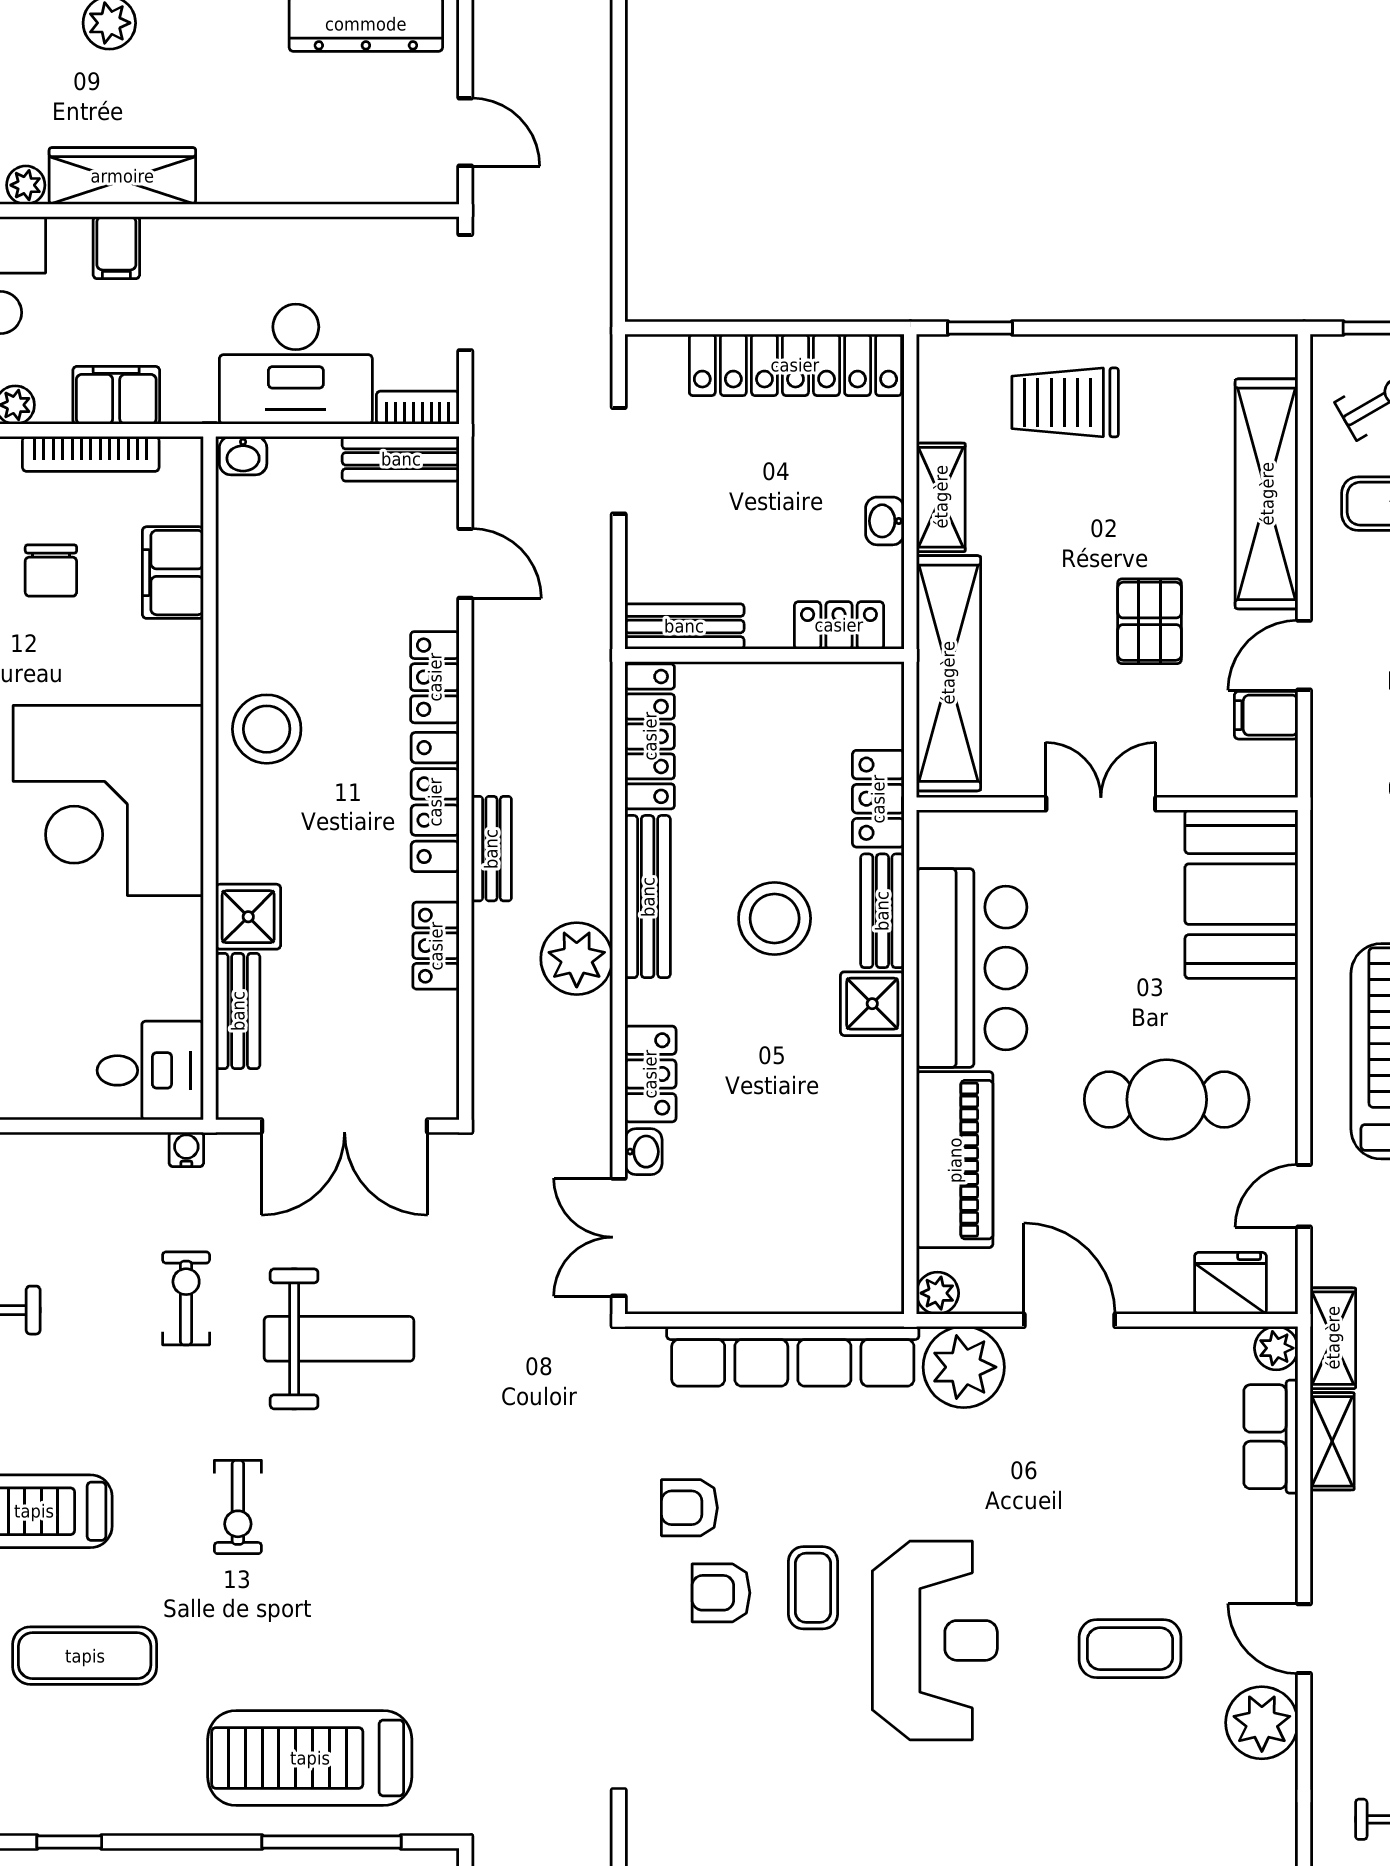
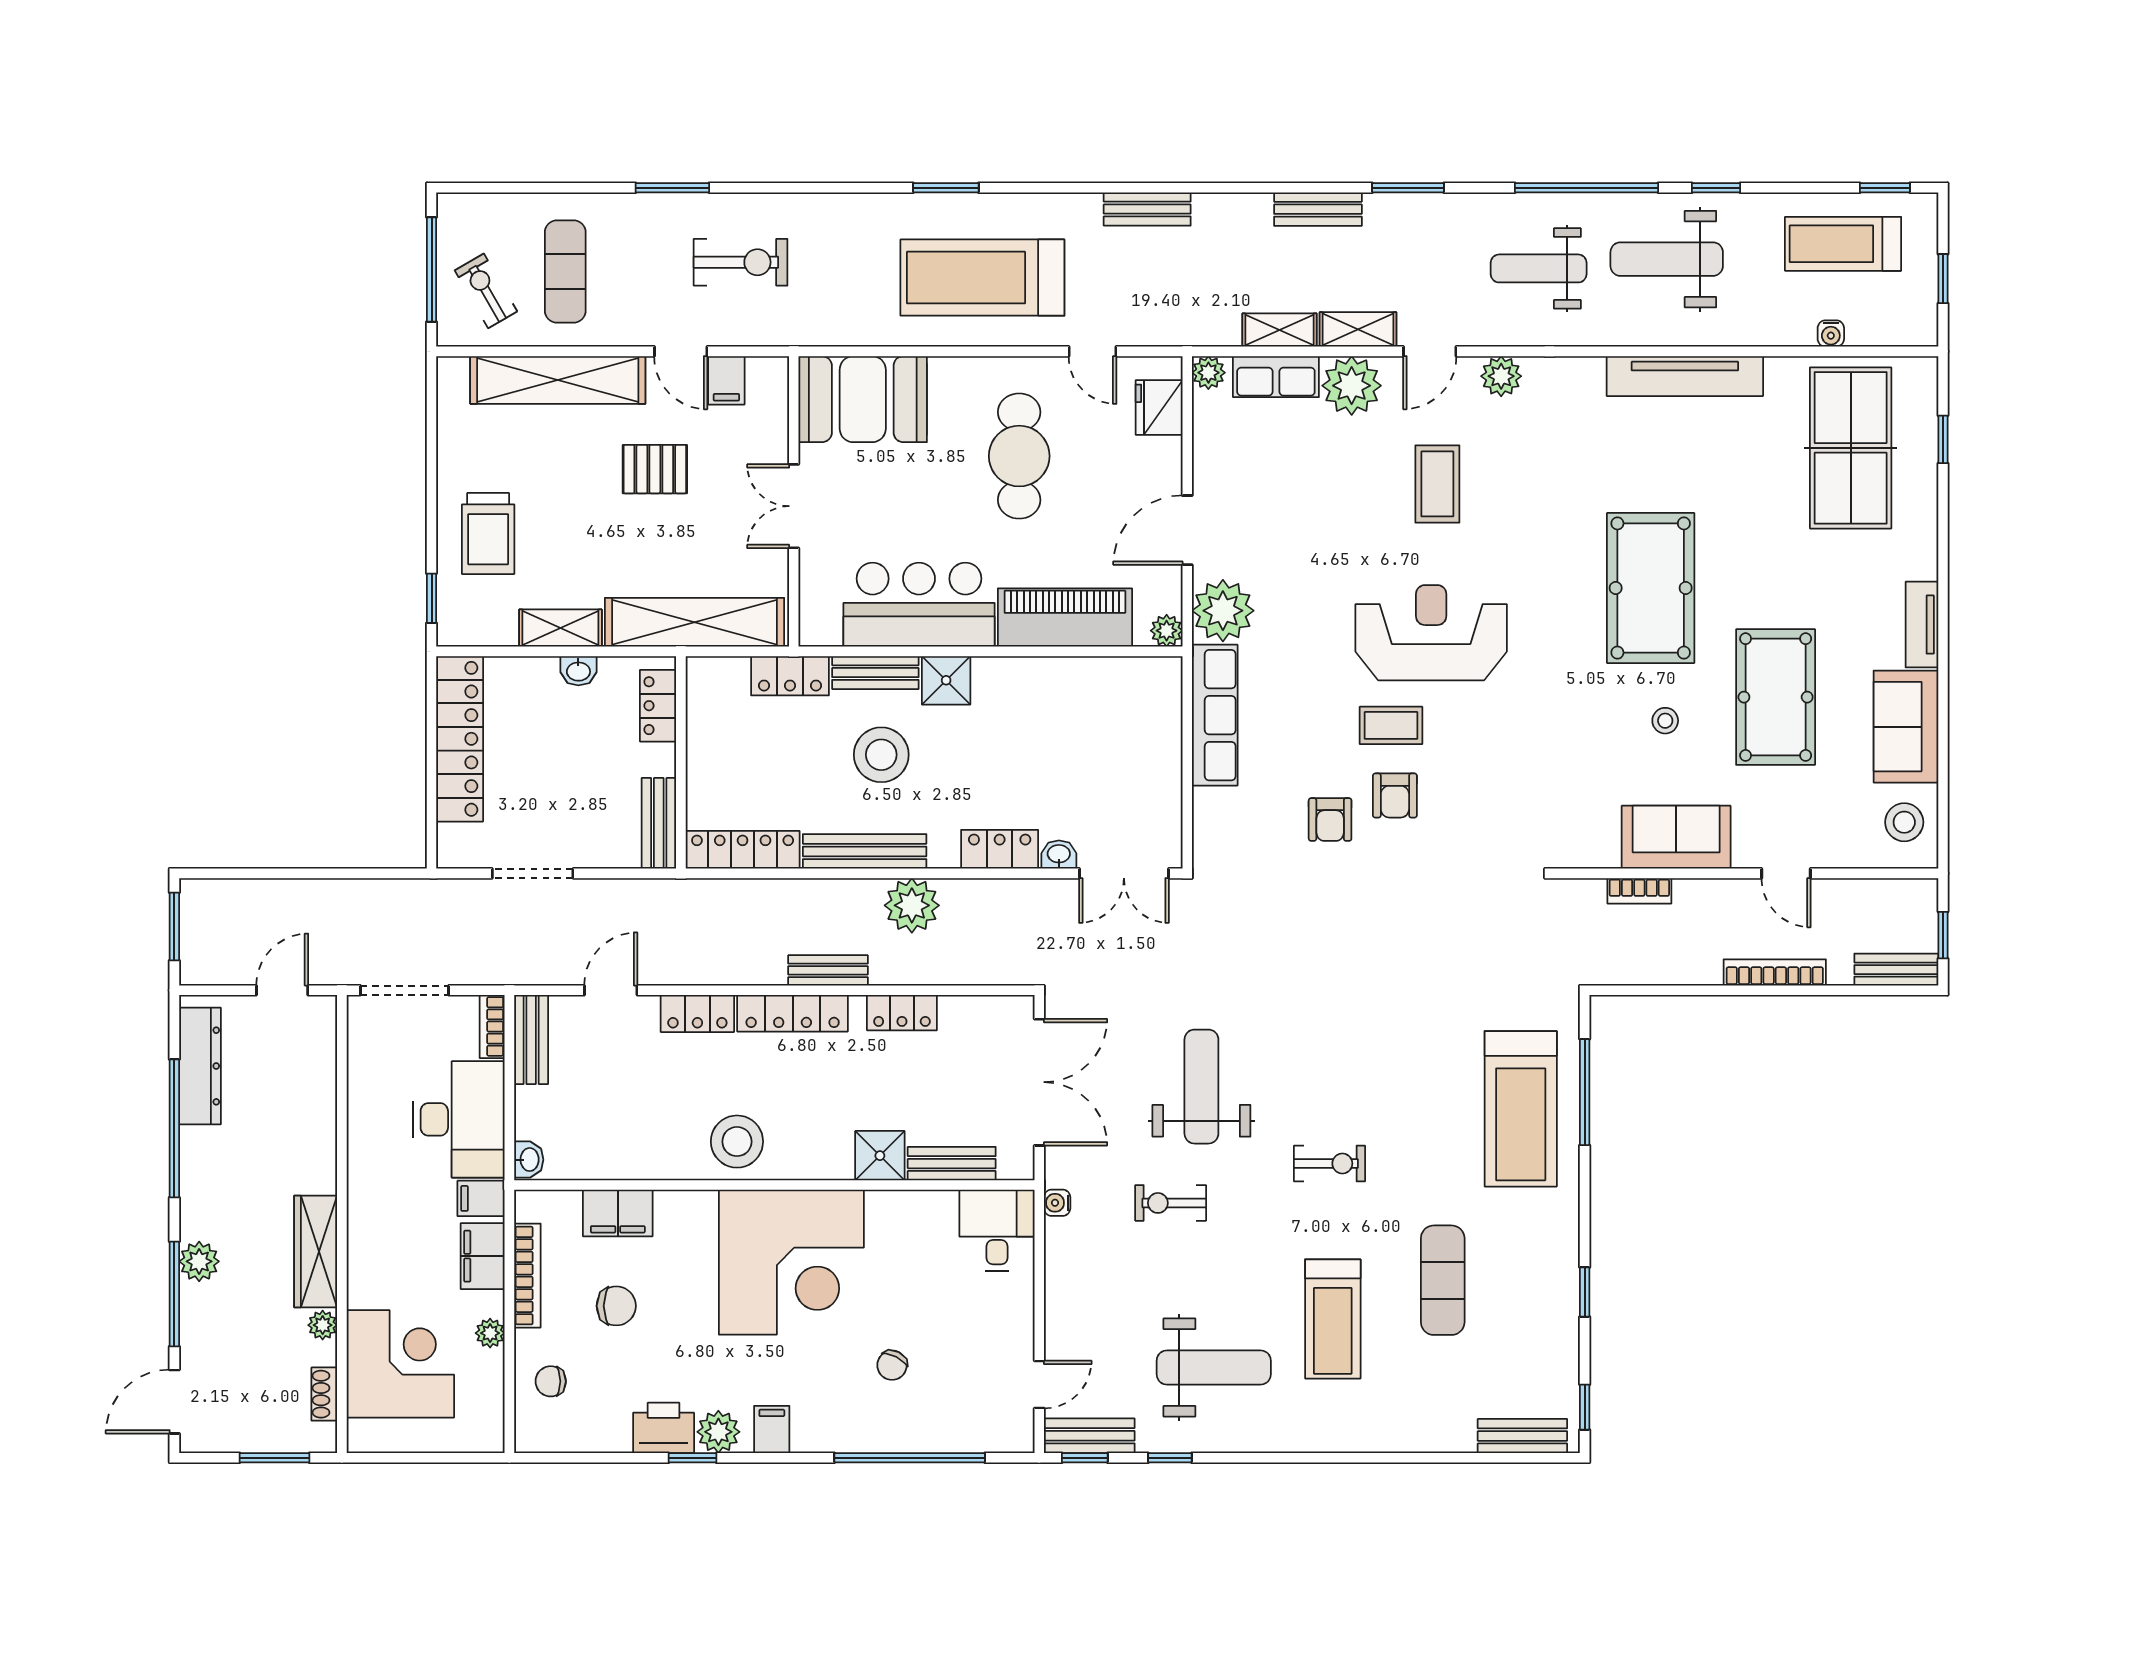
filing cabinet: (116, 248) -> (481, 1198), moved, turned 180
shelving: (1333, 1338) -> (1358, 329), moved
row of seats: (793, 1356) -> (1215, 715), width x0.73
plant: (1259, 1536) -> (1352, 386), added
plant: (1262, 1723) -> (1501, 376), width x0.73, depth x0.73

